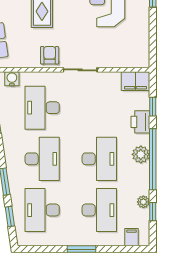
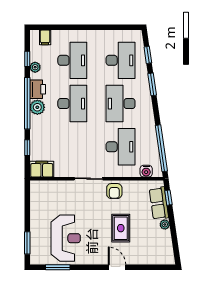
printer: (140, 122) -> (38, 89), moved
desk: (99, 159) -> (72, 104), turned 180
desk: (99, 210) -> (72, 60), turned 180
window: (81, 249) -> (87, 27), removed

